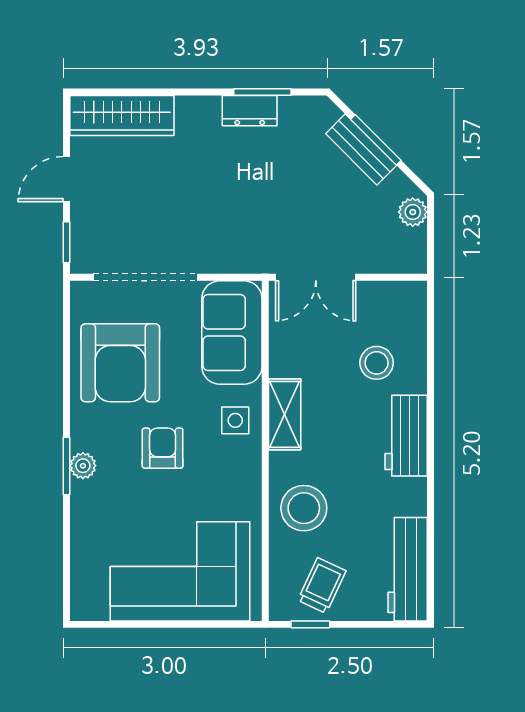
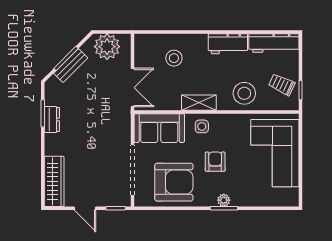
plant: (413, 212) -> (107, 47), width x1.88, depth x1.88
workbench: (406, 436) -> (228, 44), moved
armchair: (163, 448) -> (215, 162), turned 90

